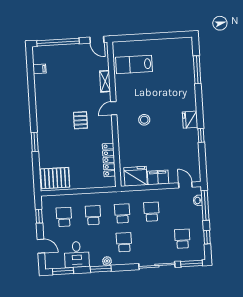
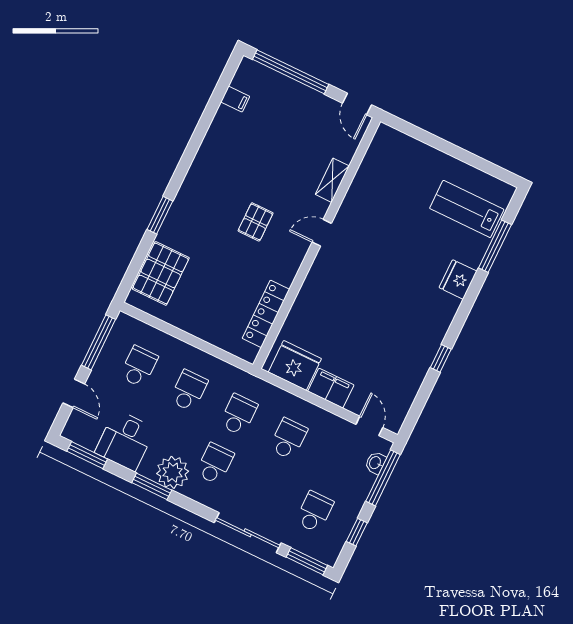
lab bench: (134, 64) -> (467, 209), moved
stool: (144, 120) -> (361, 280), removed
fridge: (190, 120) -> (458, 279), moved
pallet: (55, 178) -> (161, 273), moved, turned 90
window: (39, 216) -> (98, 342), width x2.17
plant: (107, 261) -> (173, 472), width x1.87, depth x1.87

